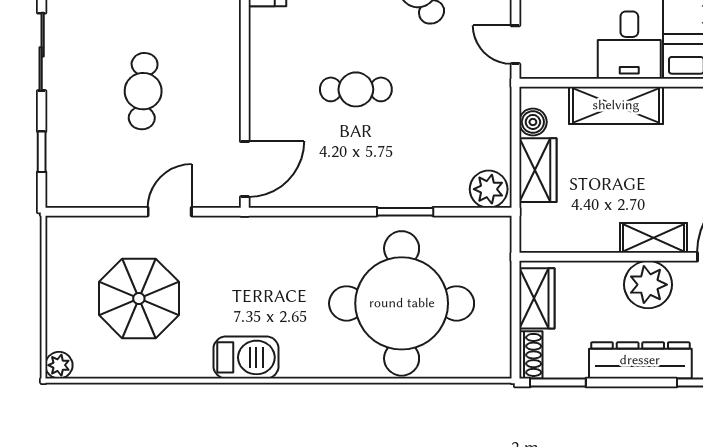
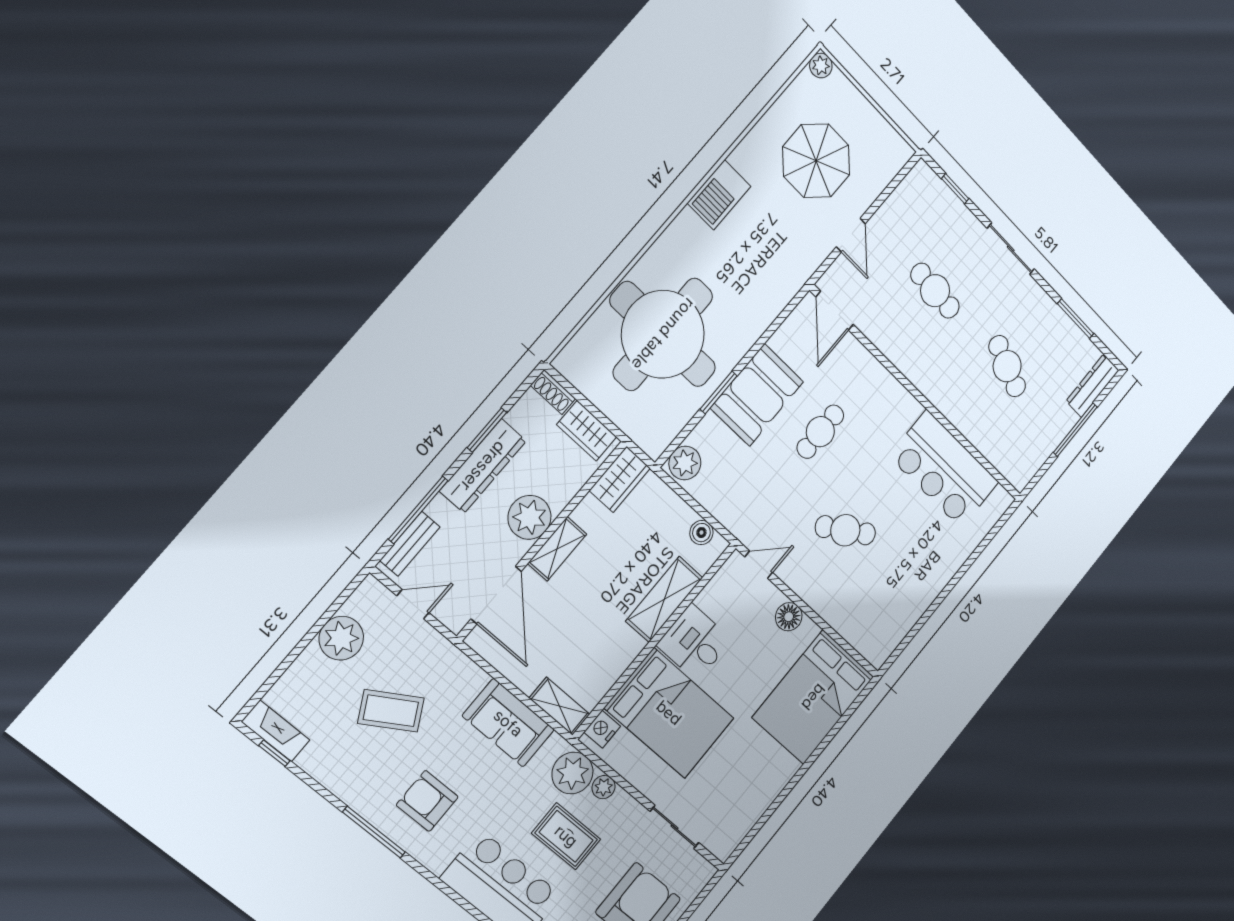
wardrobe: (538, 170) -> (620, 479), moved, turned -90
booth: (377, 176) -> (757, 395), added
window: (558, 383) -> (487, 430), moved

